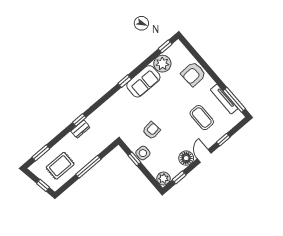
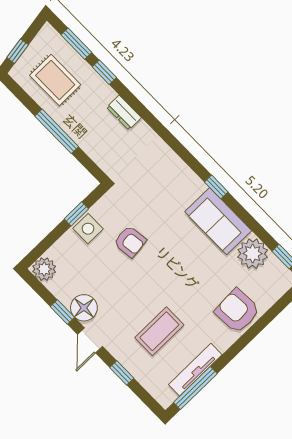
window: (79, 120) -> (104, 72), moved
door: (204, 156) -> (90, 340), swing flipped
window: (179, 177) -> (62, 312), moved

